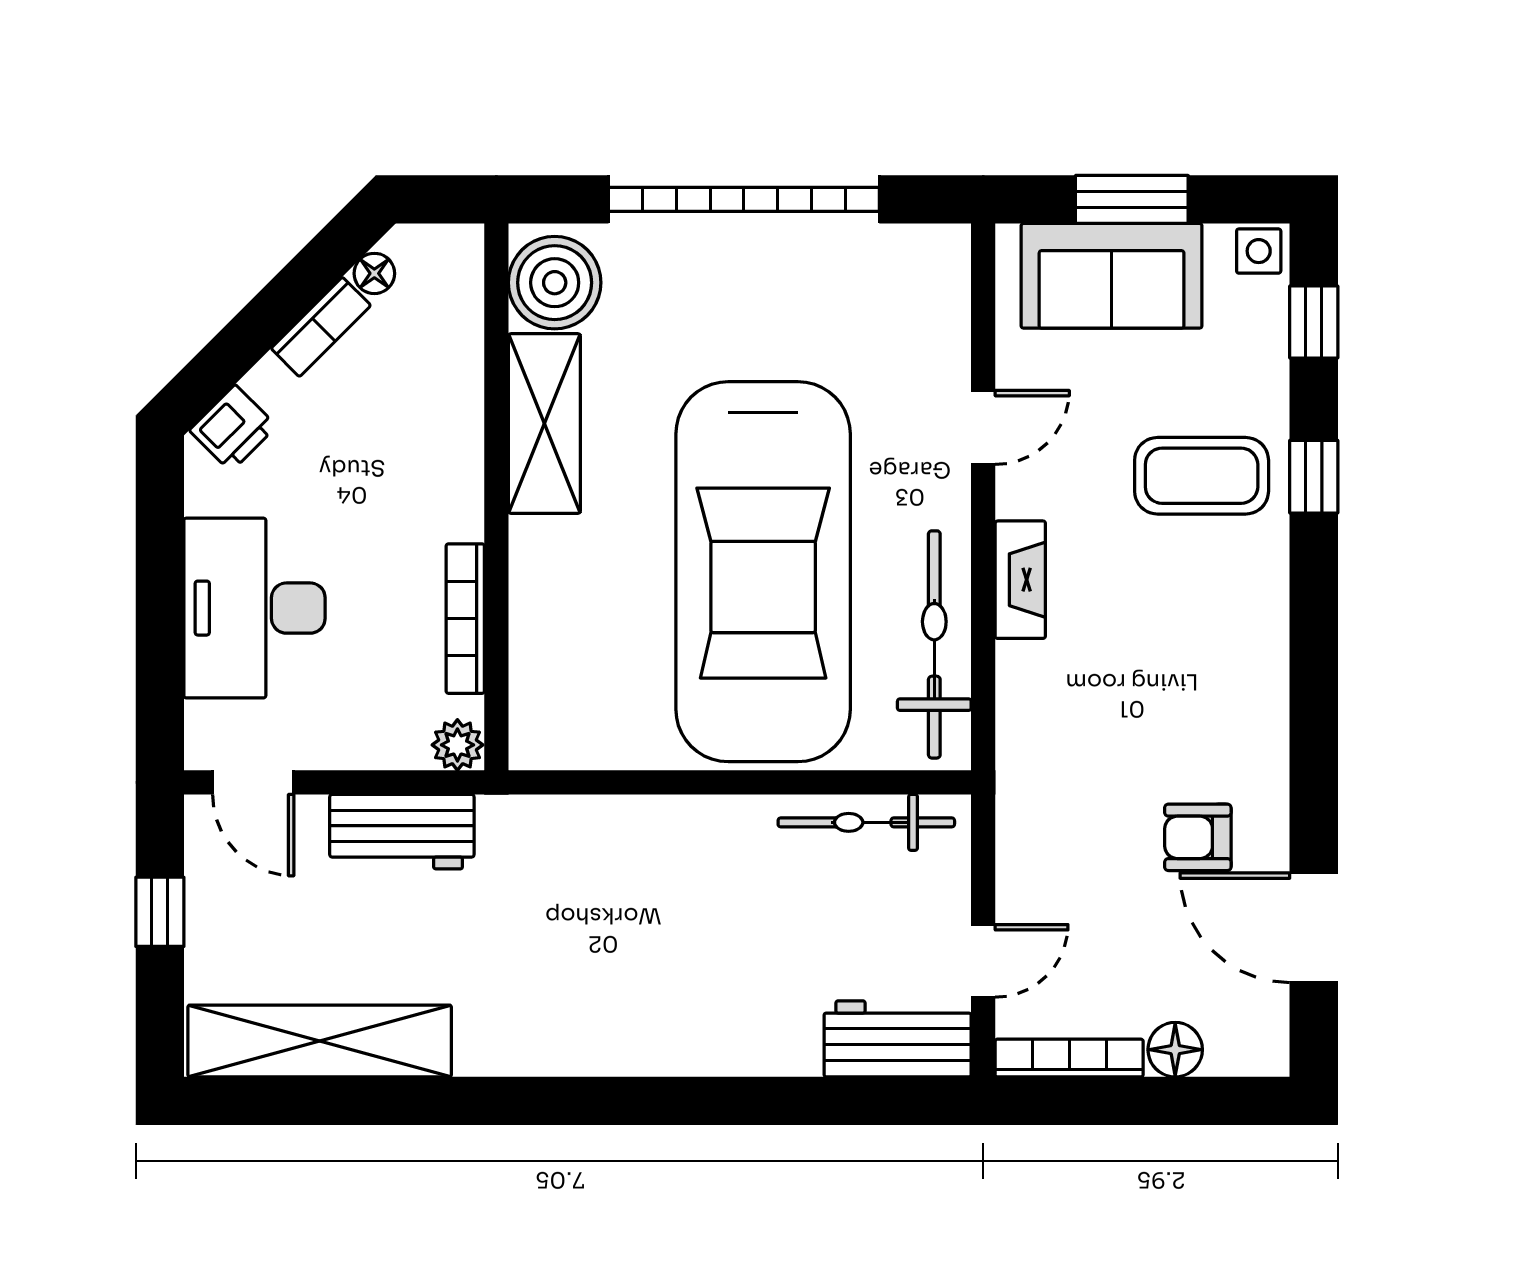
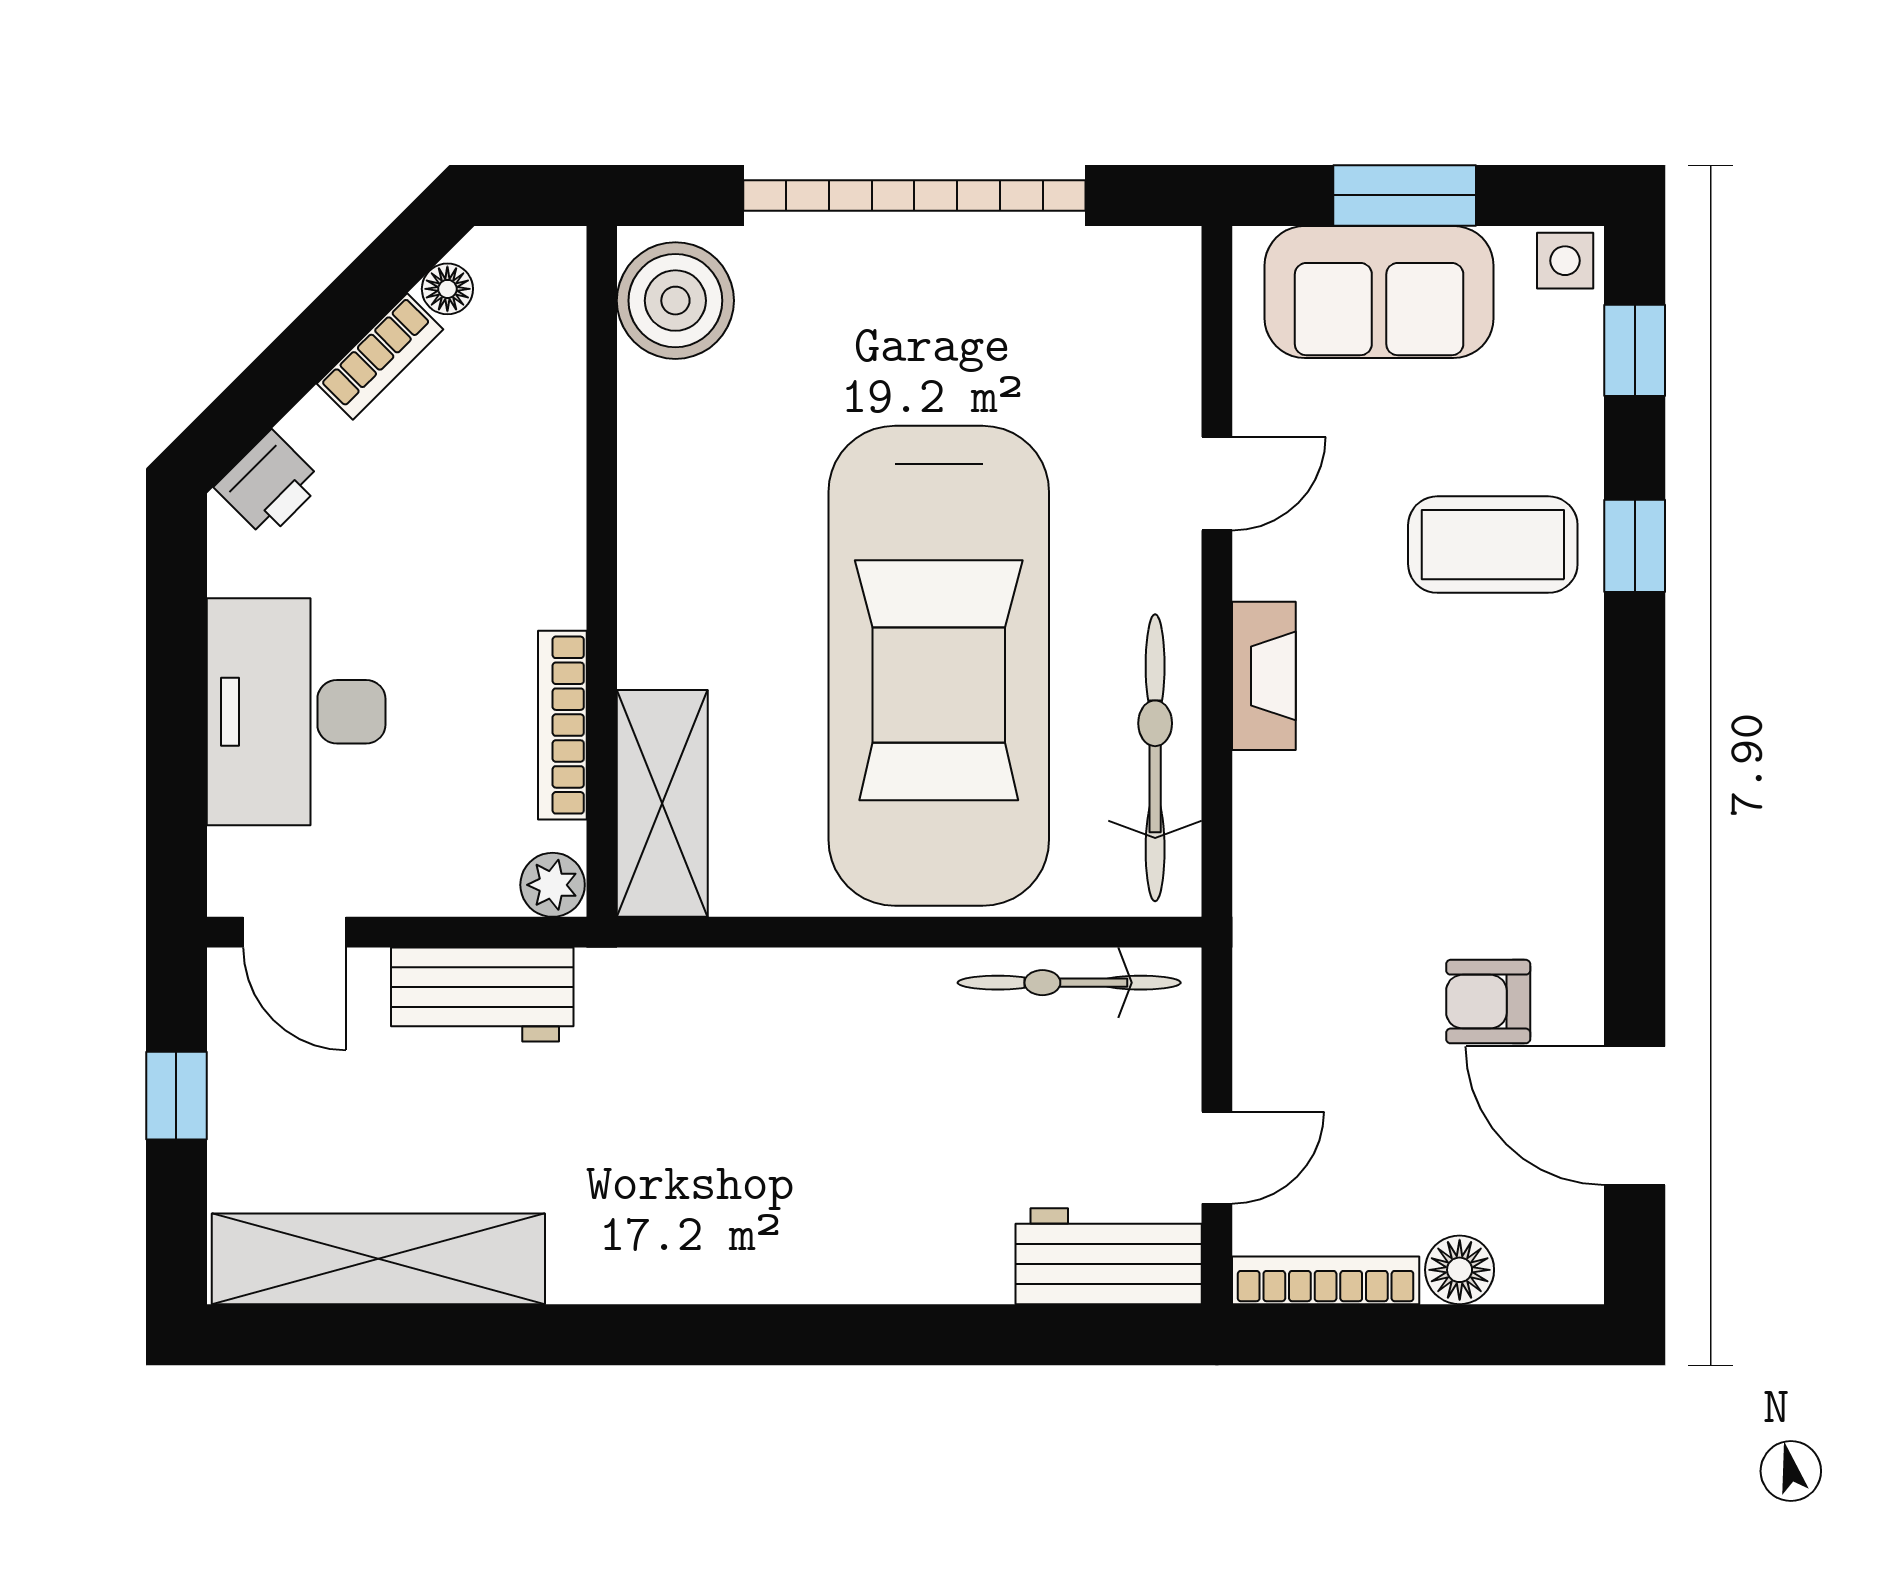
shelving: (544, 424) -> (662, 803), moved

